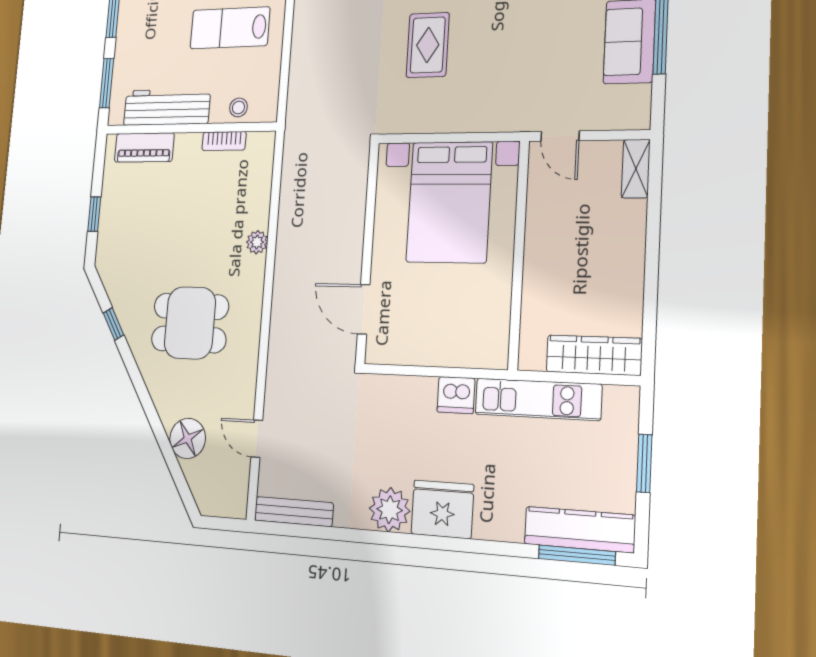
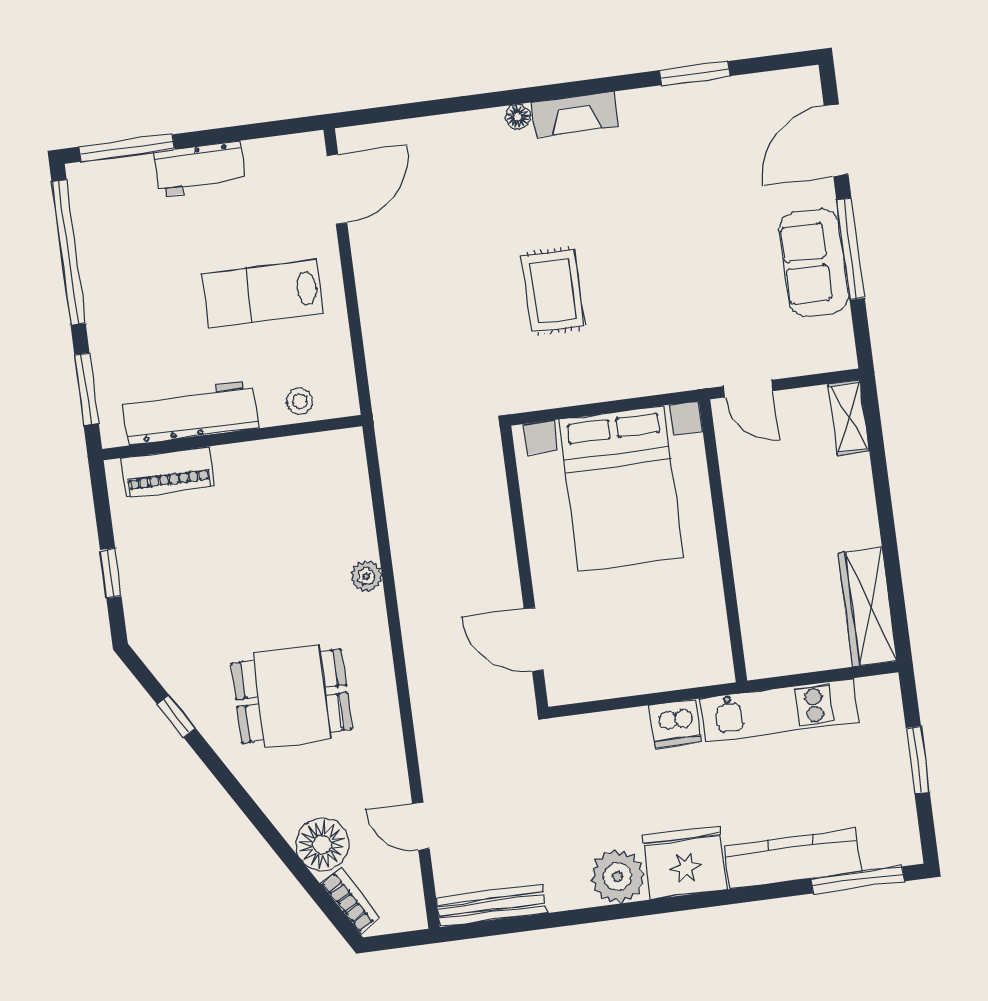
bookcase: (224, 141) -> (350, 901), moved, turned -121
wardrobe: (594, 355) -> (868, 607), moved, turned -90
kitchen counter: (580, 530) -> (793, 859), moved

